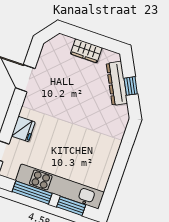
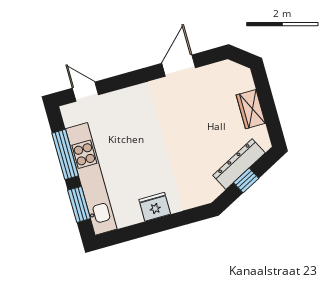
fridge: (23, 129) -> (155, 207), moved, turned 180

